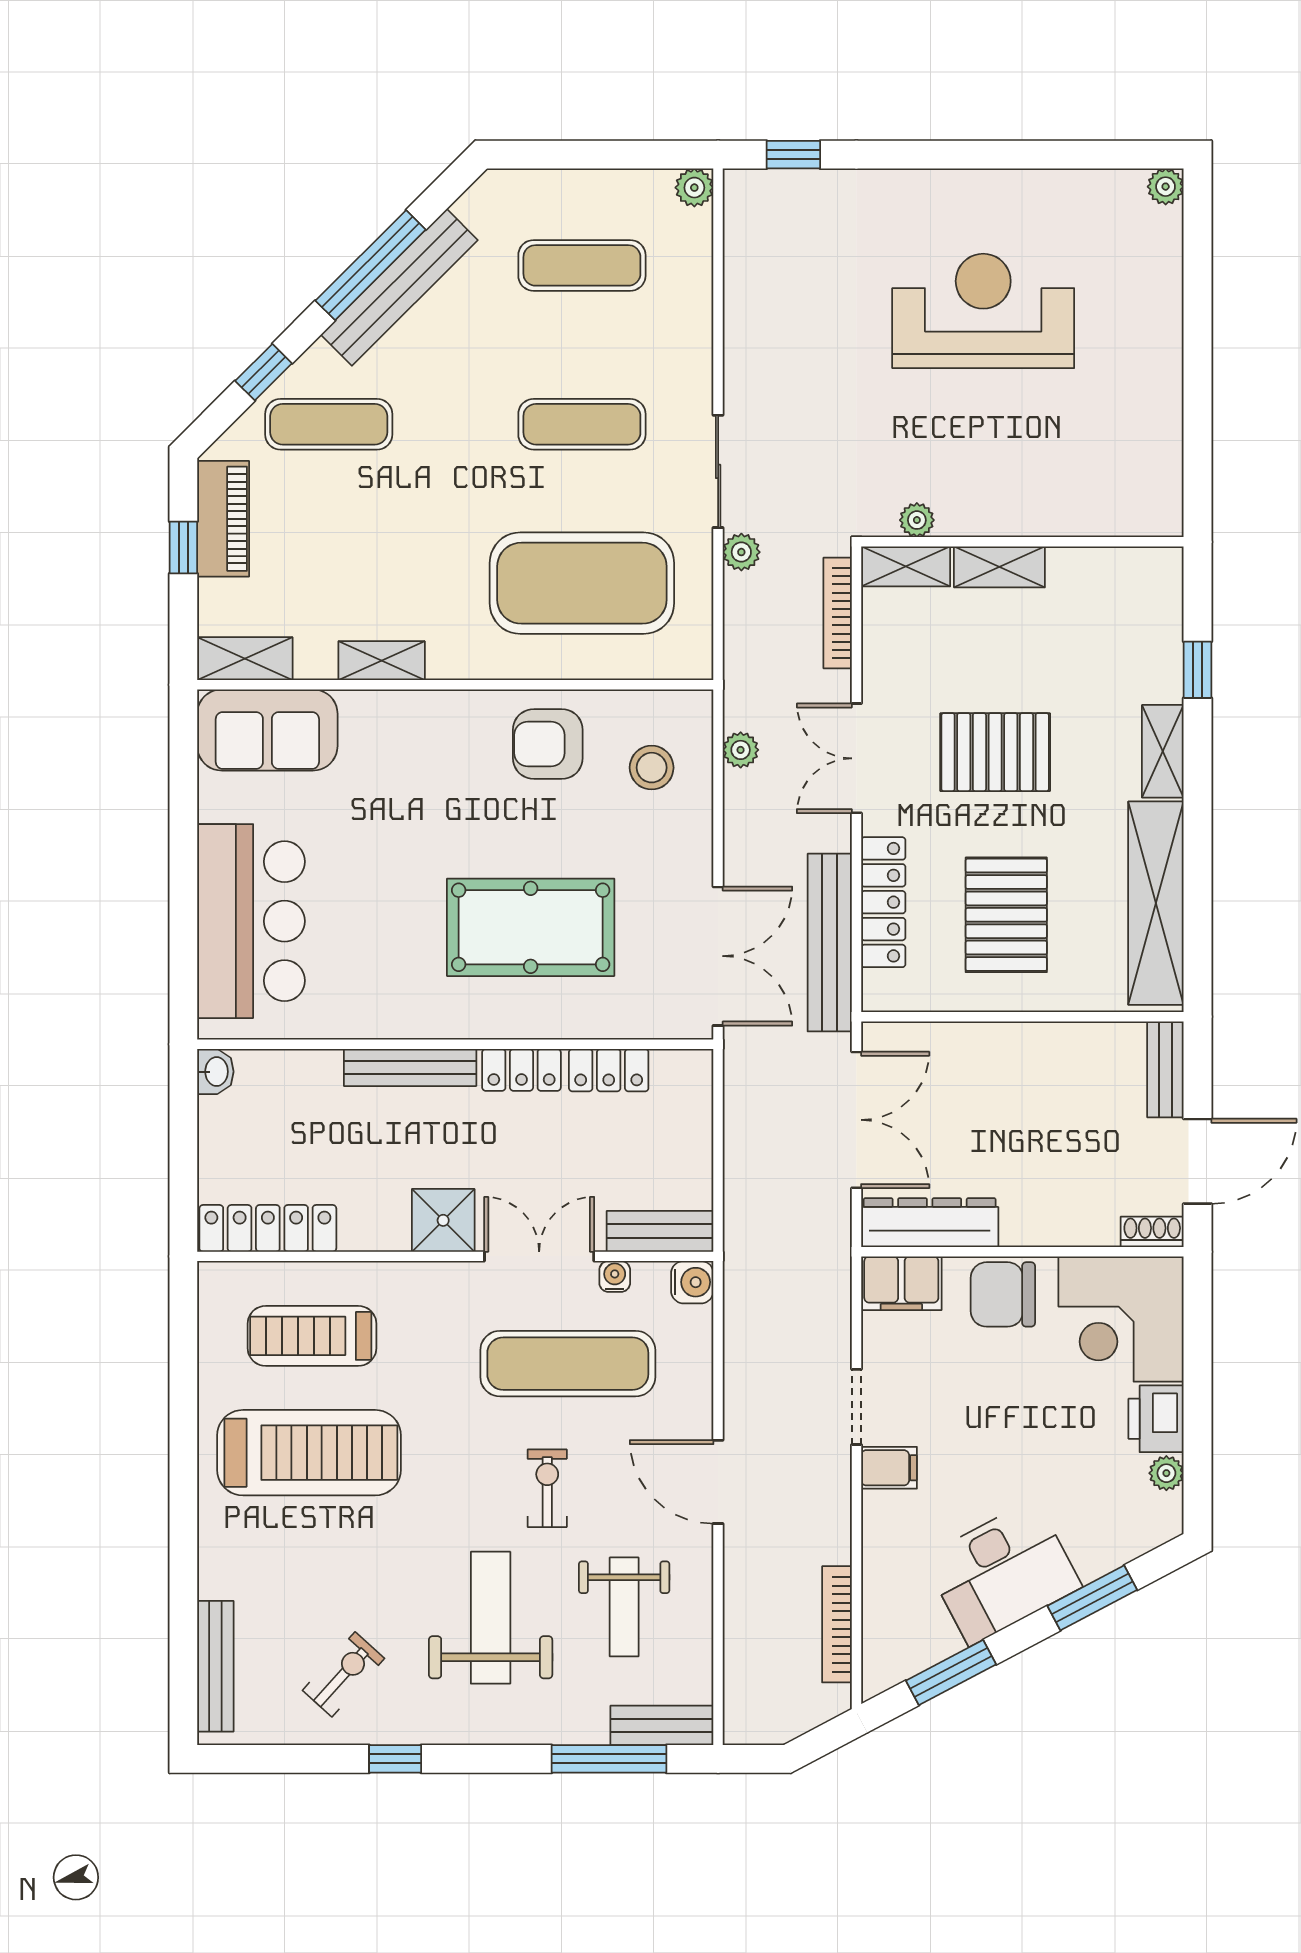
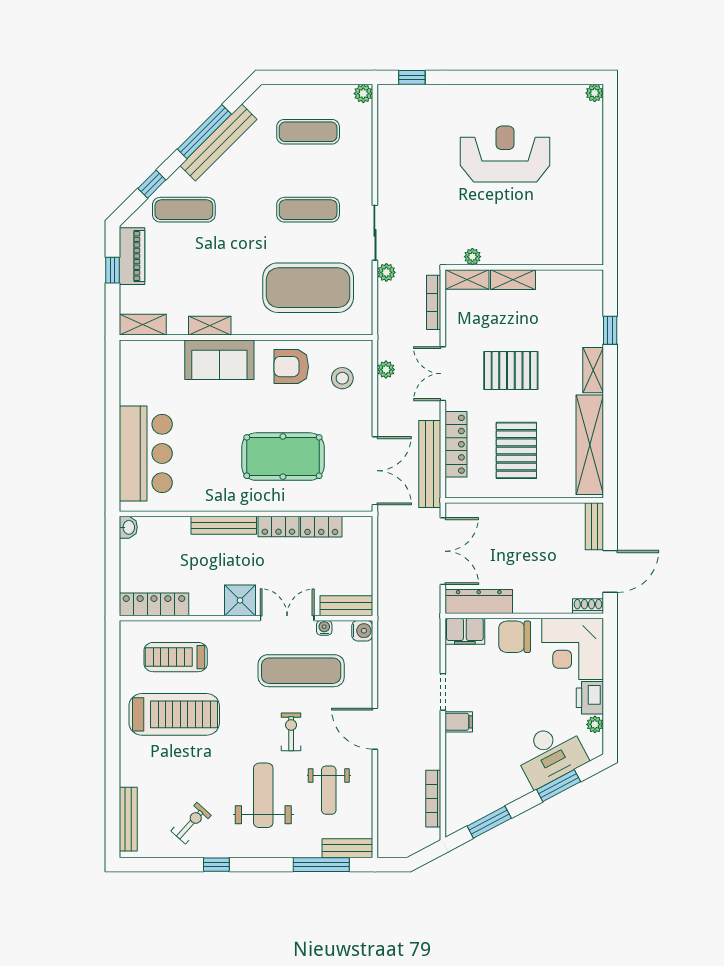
sofa: (267, 730) -> (219, 360), moved
desk: (1002, 1572) -> (551, 754), moved

